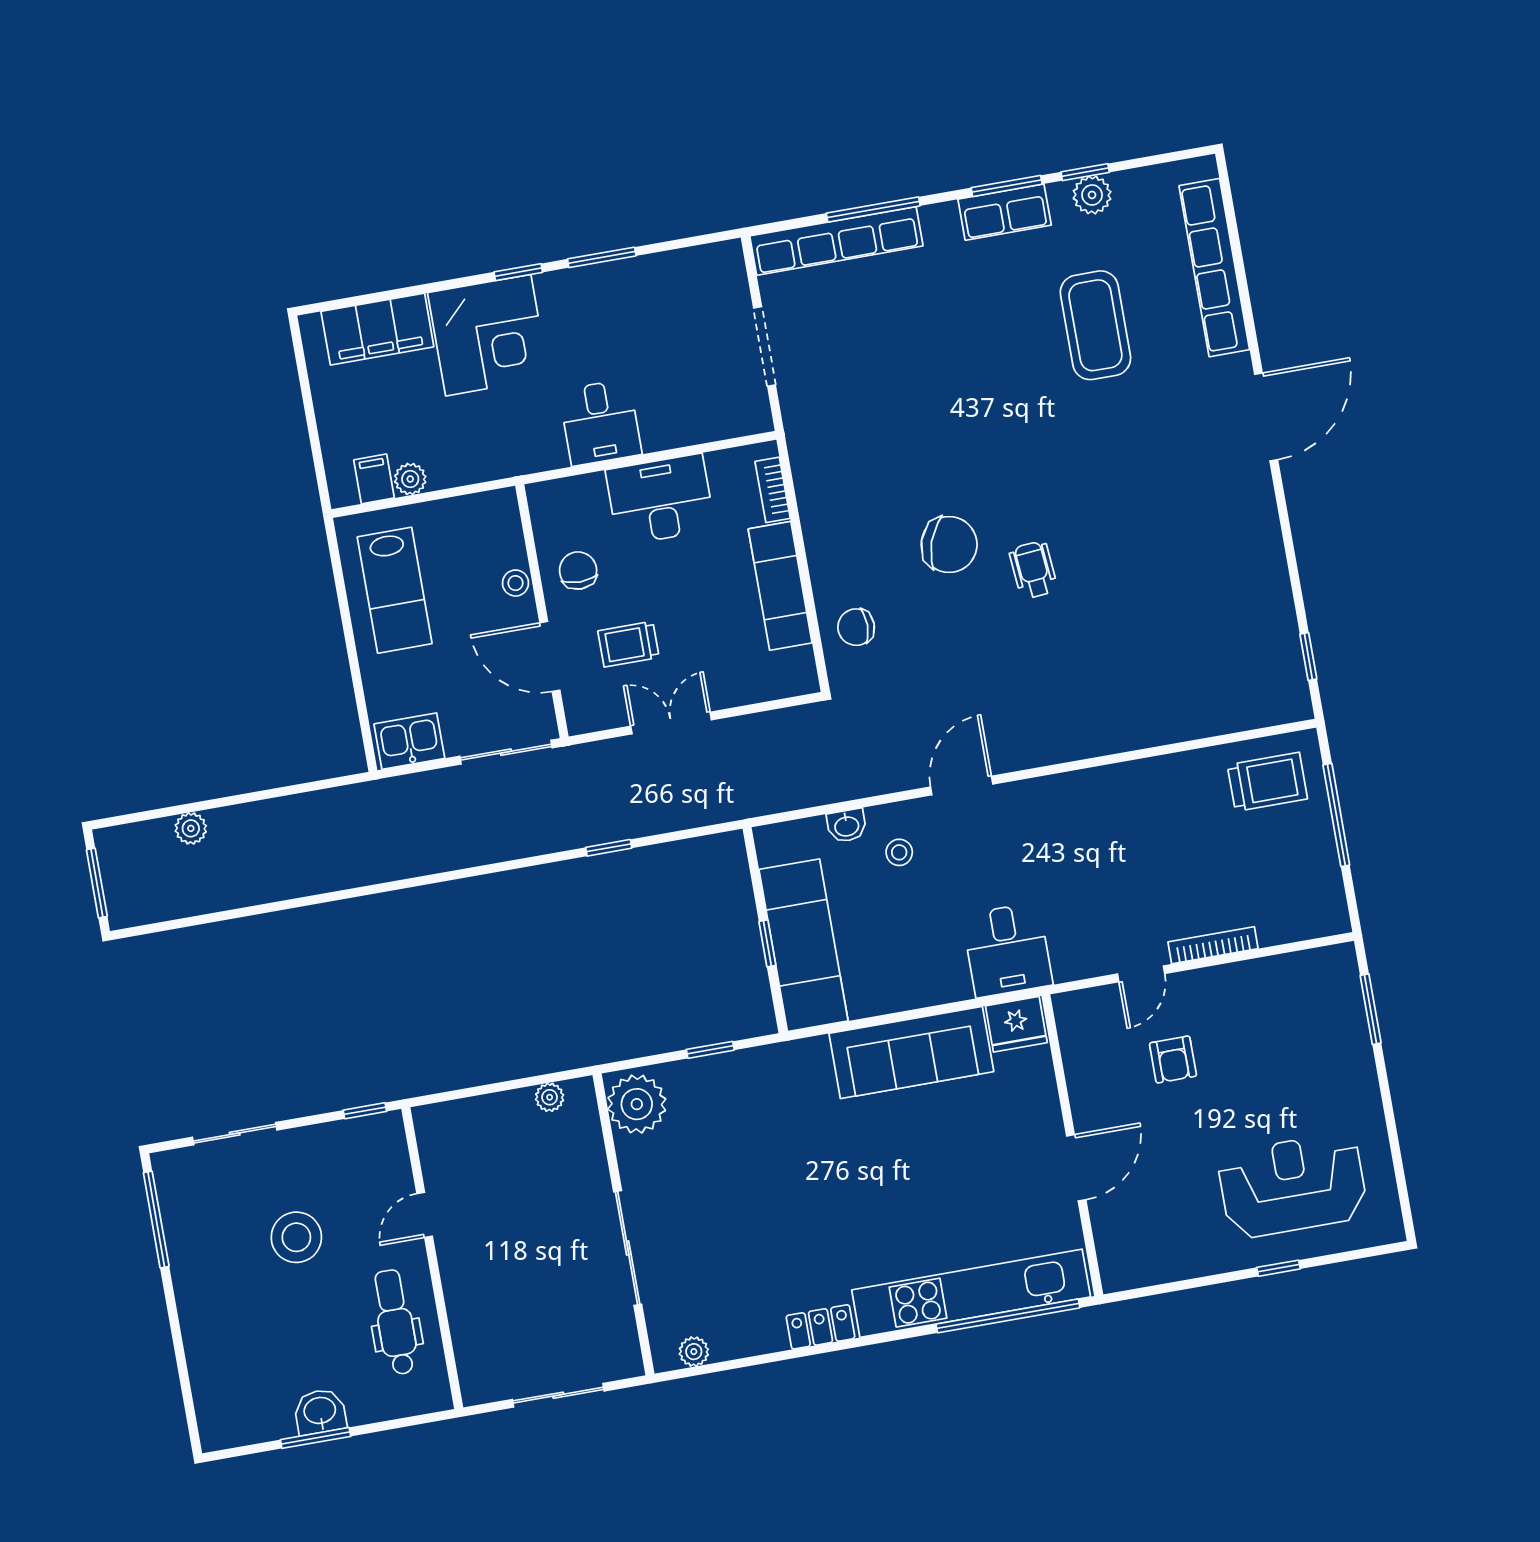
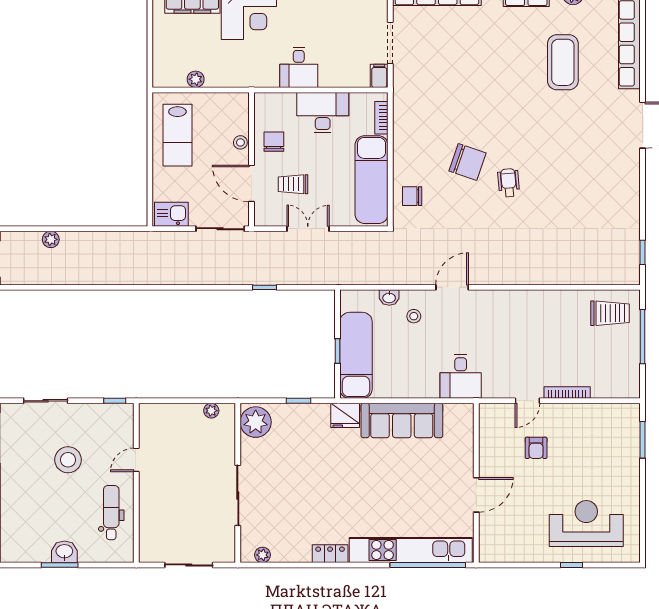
filing cabinet: (374, 479) -> (379, 76), moved
exam couch: (780, 586) -> (372, 180), width x1.36, depth x1.45
fridge: (1016, 1024) -> (345, 415), moved

